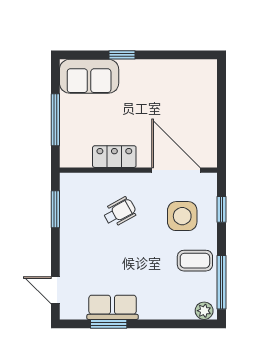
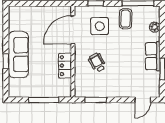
sofa: (89, 76) -> (18, 55), moved, width x1.36
row of seats: (113, 307) -> (153, 56), moved
plant: (204, 311) -> (155, 27), moved

